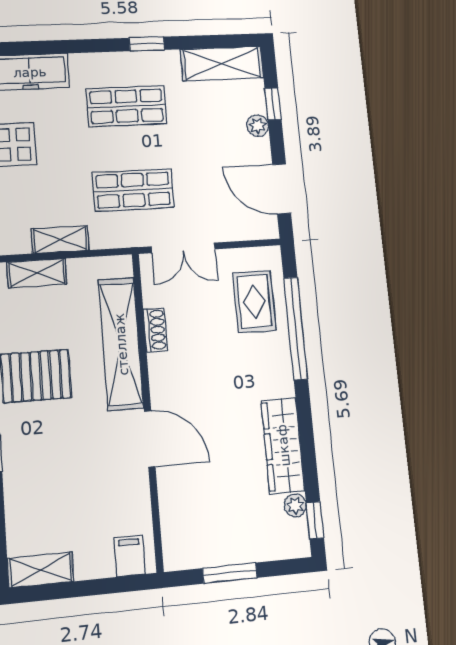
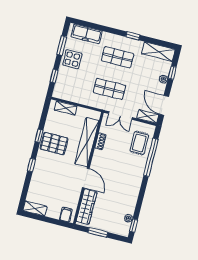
shelving: (60, 240) -> (148, 116), moved
wardrobe: (283, 445) -> (87, 207), moved, turned 180

